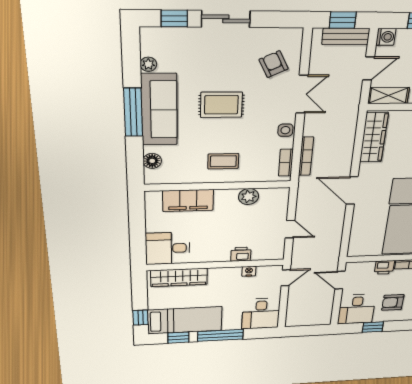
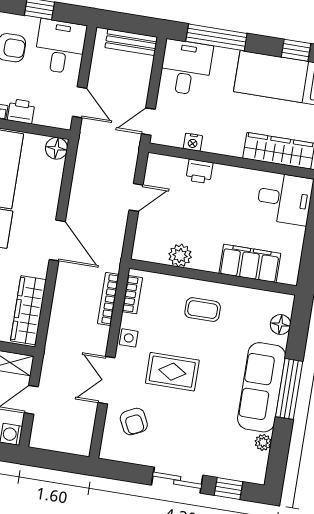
window: (343, 20) -> (57, 461), removed
bench: (346, 36) -> (131, 42), moved
rug: (221, 105) -> (172, 372), moved
door: (290, 229) -> (136, 197), swing flipped
floor lamp: (356, 250) -> (57, 148), added
window: (220, 335) -> (216, 37), moved

